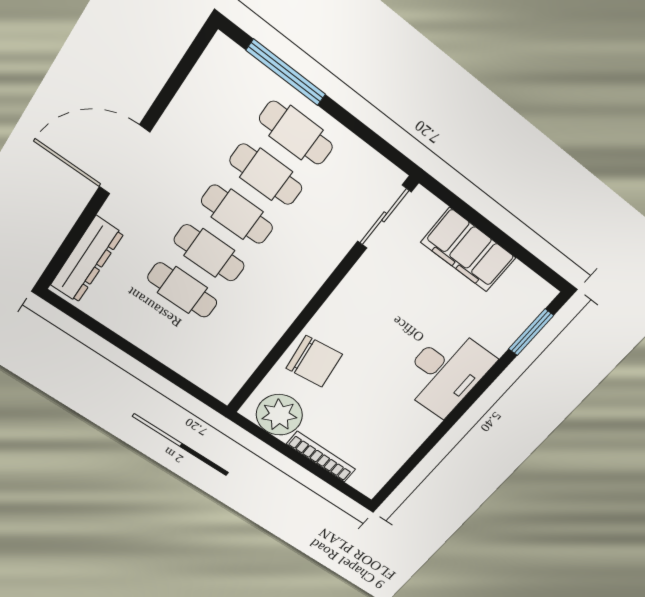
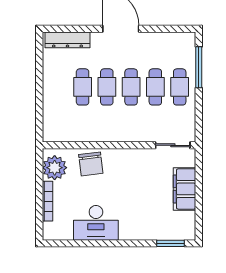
desk: (446, 372) -> (96, 223), moved

